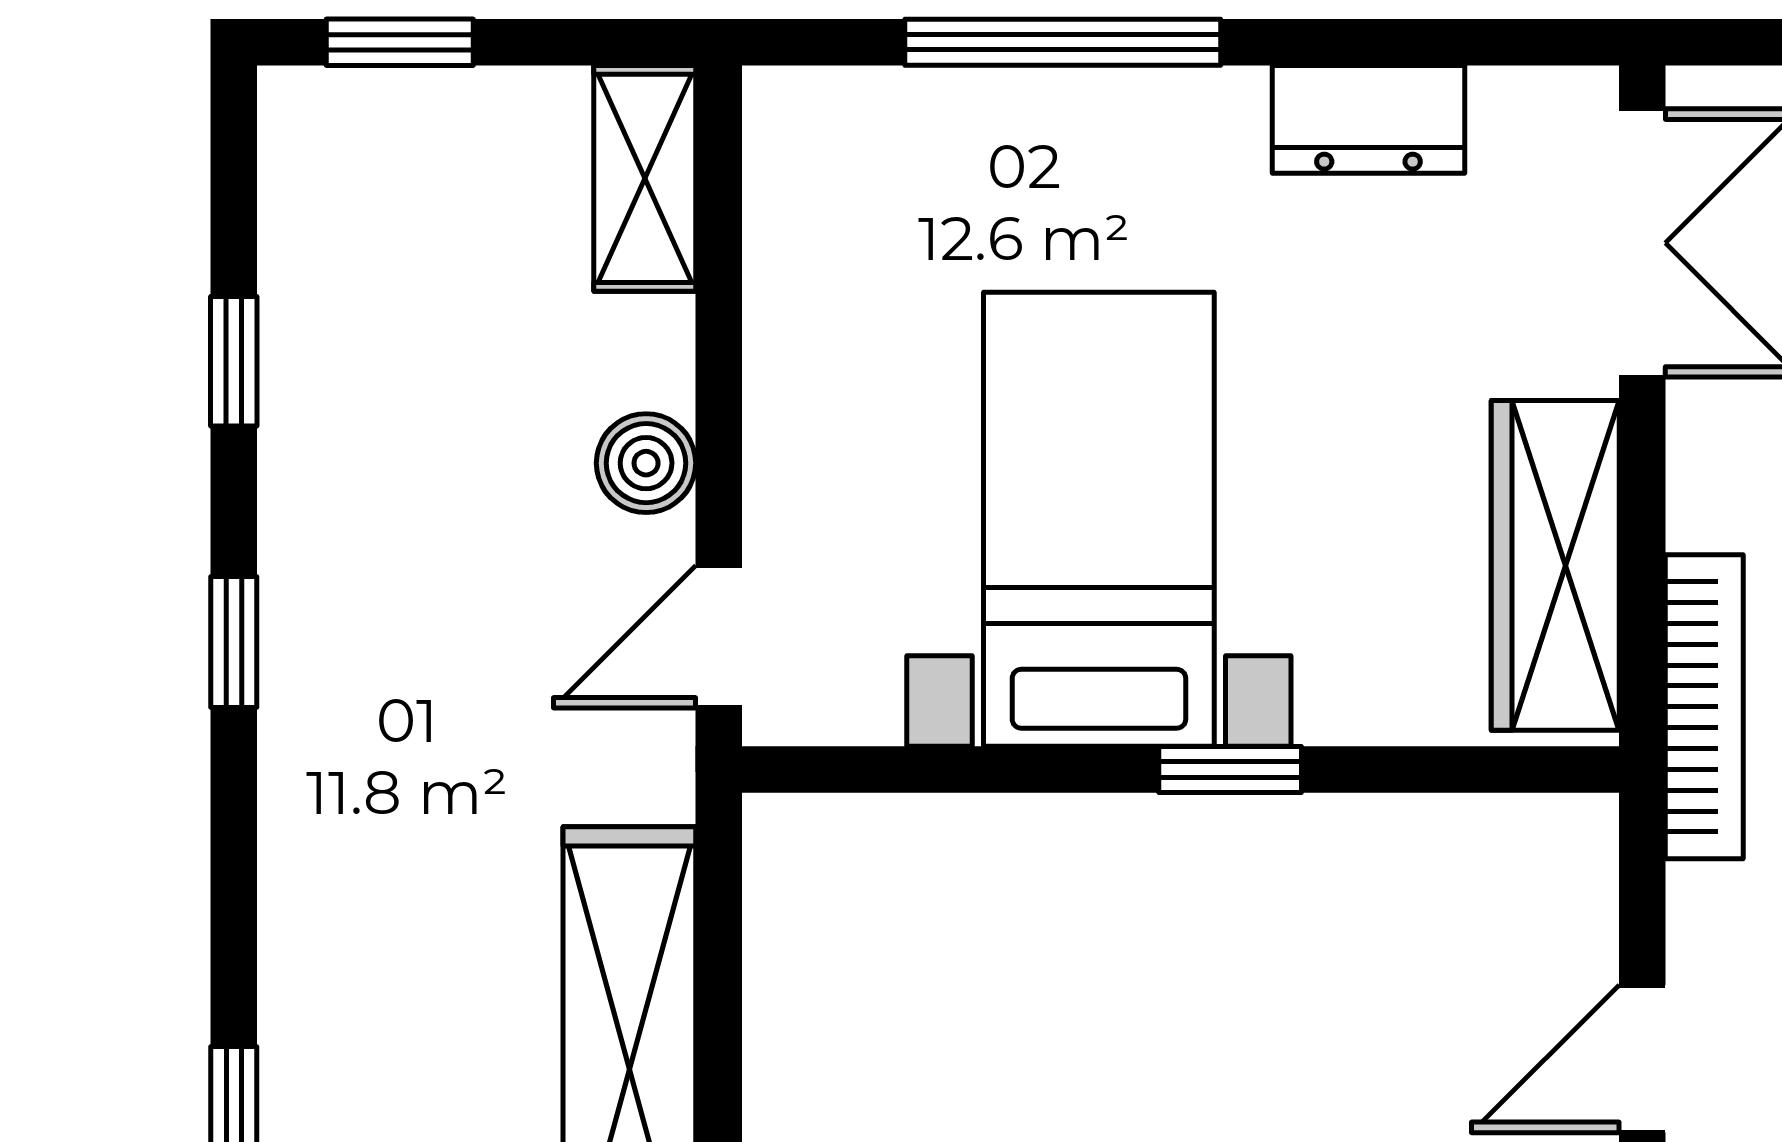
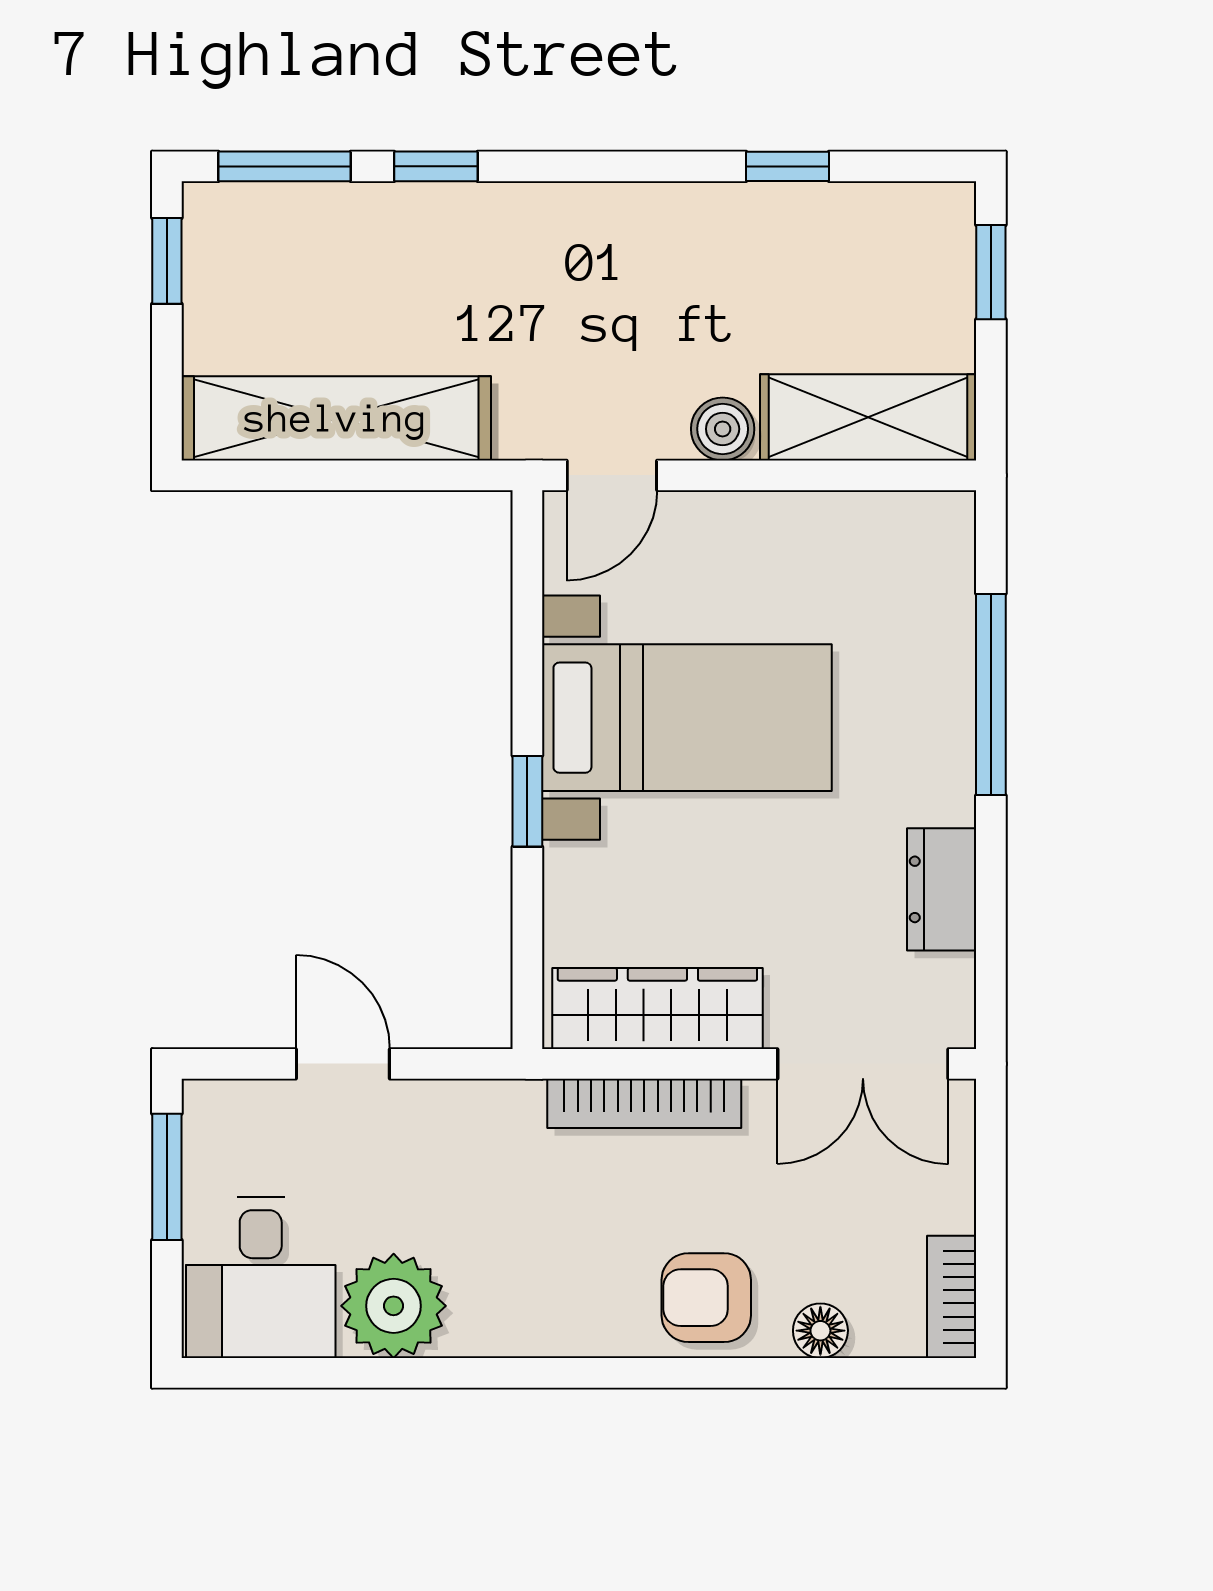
shelving: (645, 178) -> (868, 417), width x1.50, depth x1.33
door: (719, 637) -> (612, 475), swing flipped
window: (234, 642) -> (436, 166), moved
bookcase: (1704, 707) -> (644, 1103), moved

